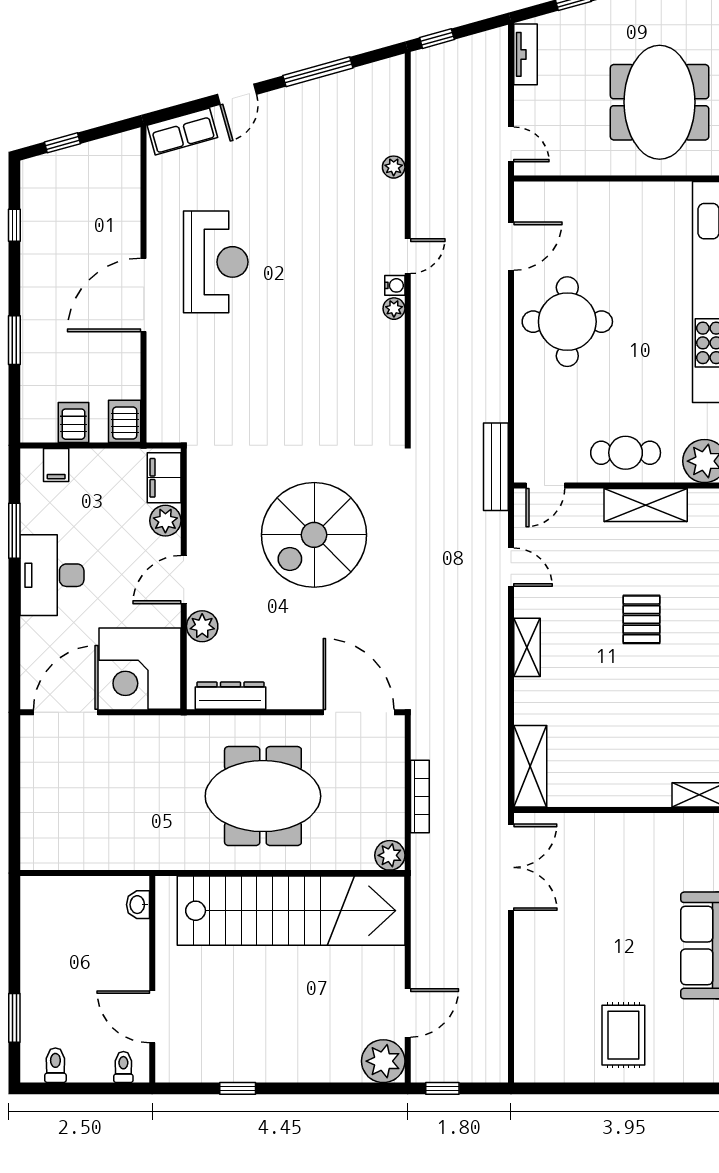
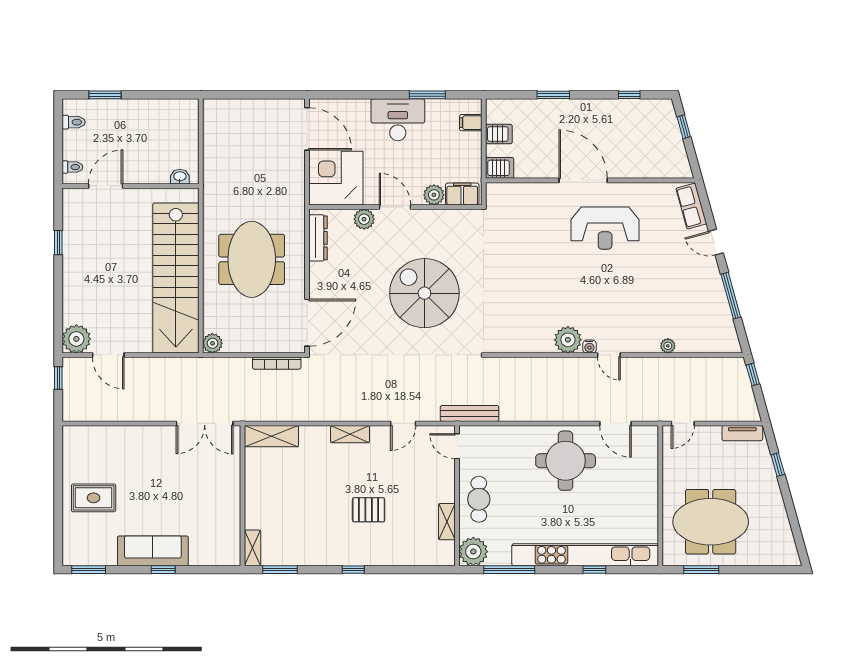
plant: (394, 309) -> (568, 340), width x1.88, depth x1.88
shelving: (646, 505) -> (447, 522), width x0.67, depth x0.75
bookcase: (420, 797) -> (277, 363), moved

